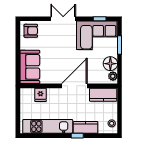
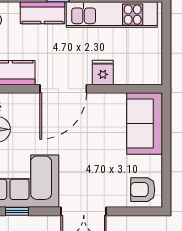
fridge: (40, 95) -> (103, 72), moved

